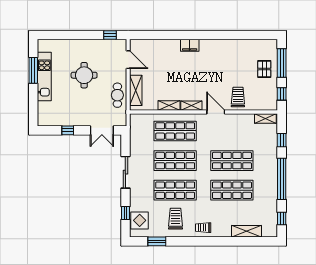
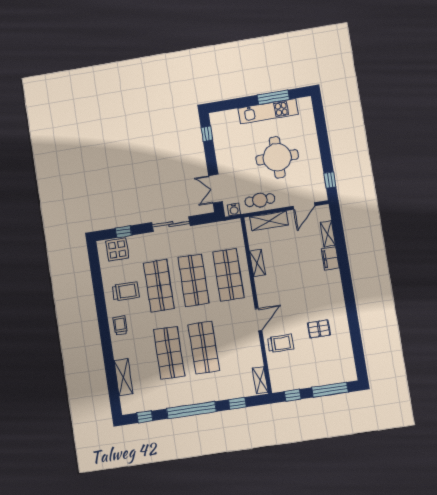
filing cabinet: (190, 45) -> (330, 258), moved
pallet: (264, 69) -> (319, 329), moved
round table: (84, 75) -> (277, 157), width x1.36, depth x1.36
shelving: (191, 106) -> (328, 234), moved
water cooler: (122, 118) -> (234, 210), added
window: (68, 130) -> (207, 134), moved
window: (157, 241) -> (96, 274), removed

